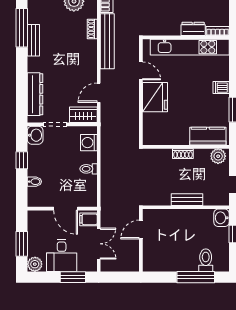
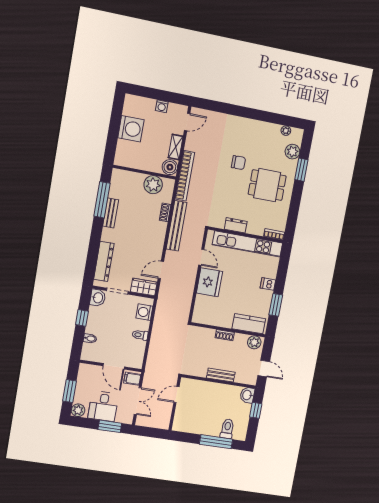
dresser: (193, 29) -> (236, 225), moved

